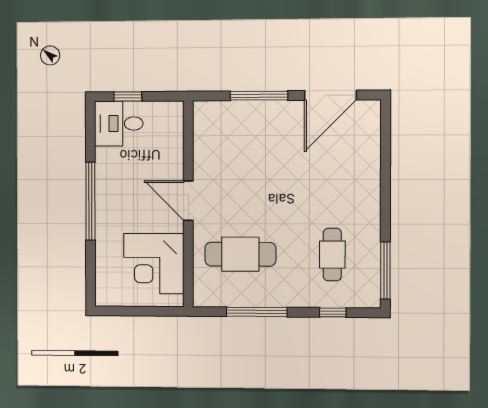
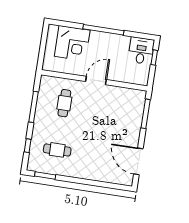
window: (259, 96) -> (146, 114), moved
cafe table: (240, 254) -> (64, 103), width x0.73, depth x0.74
corner desk: (154, 264) -> (72, 43), moved, turned 180
window: (385, 271) -> (45, 176), width x0.69

